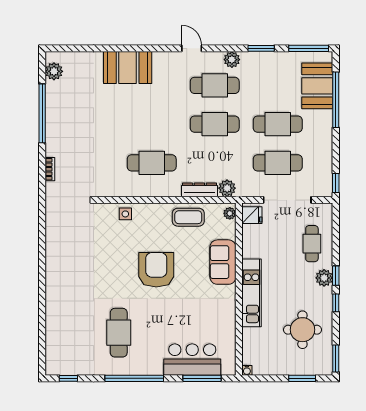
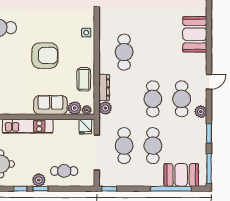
plant: (227, 230) -> (75, 108), added

